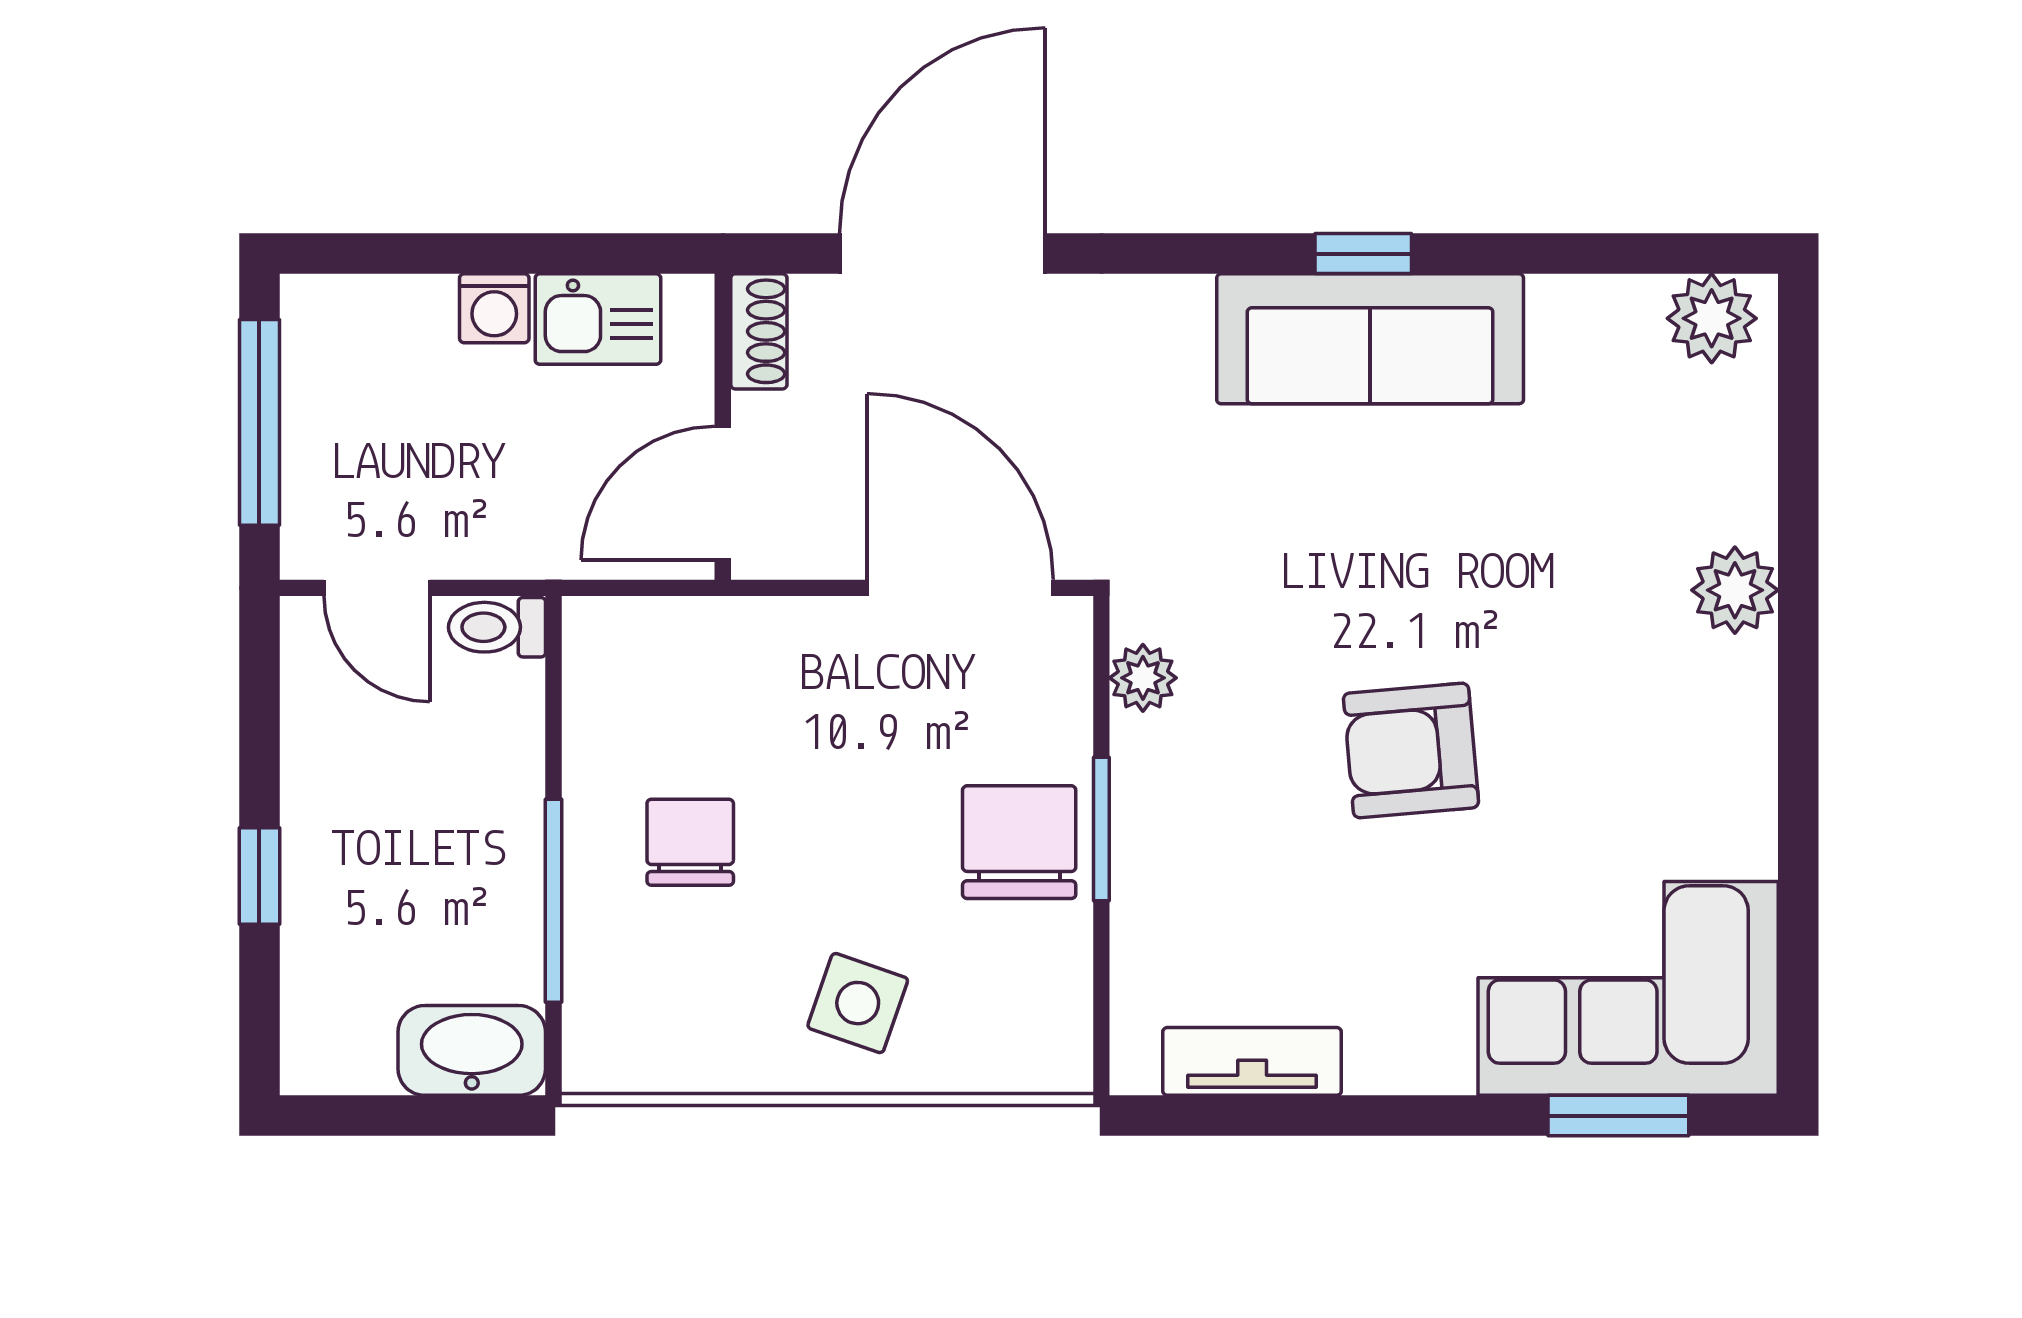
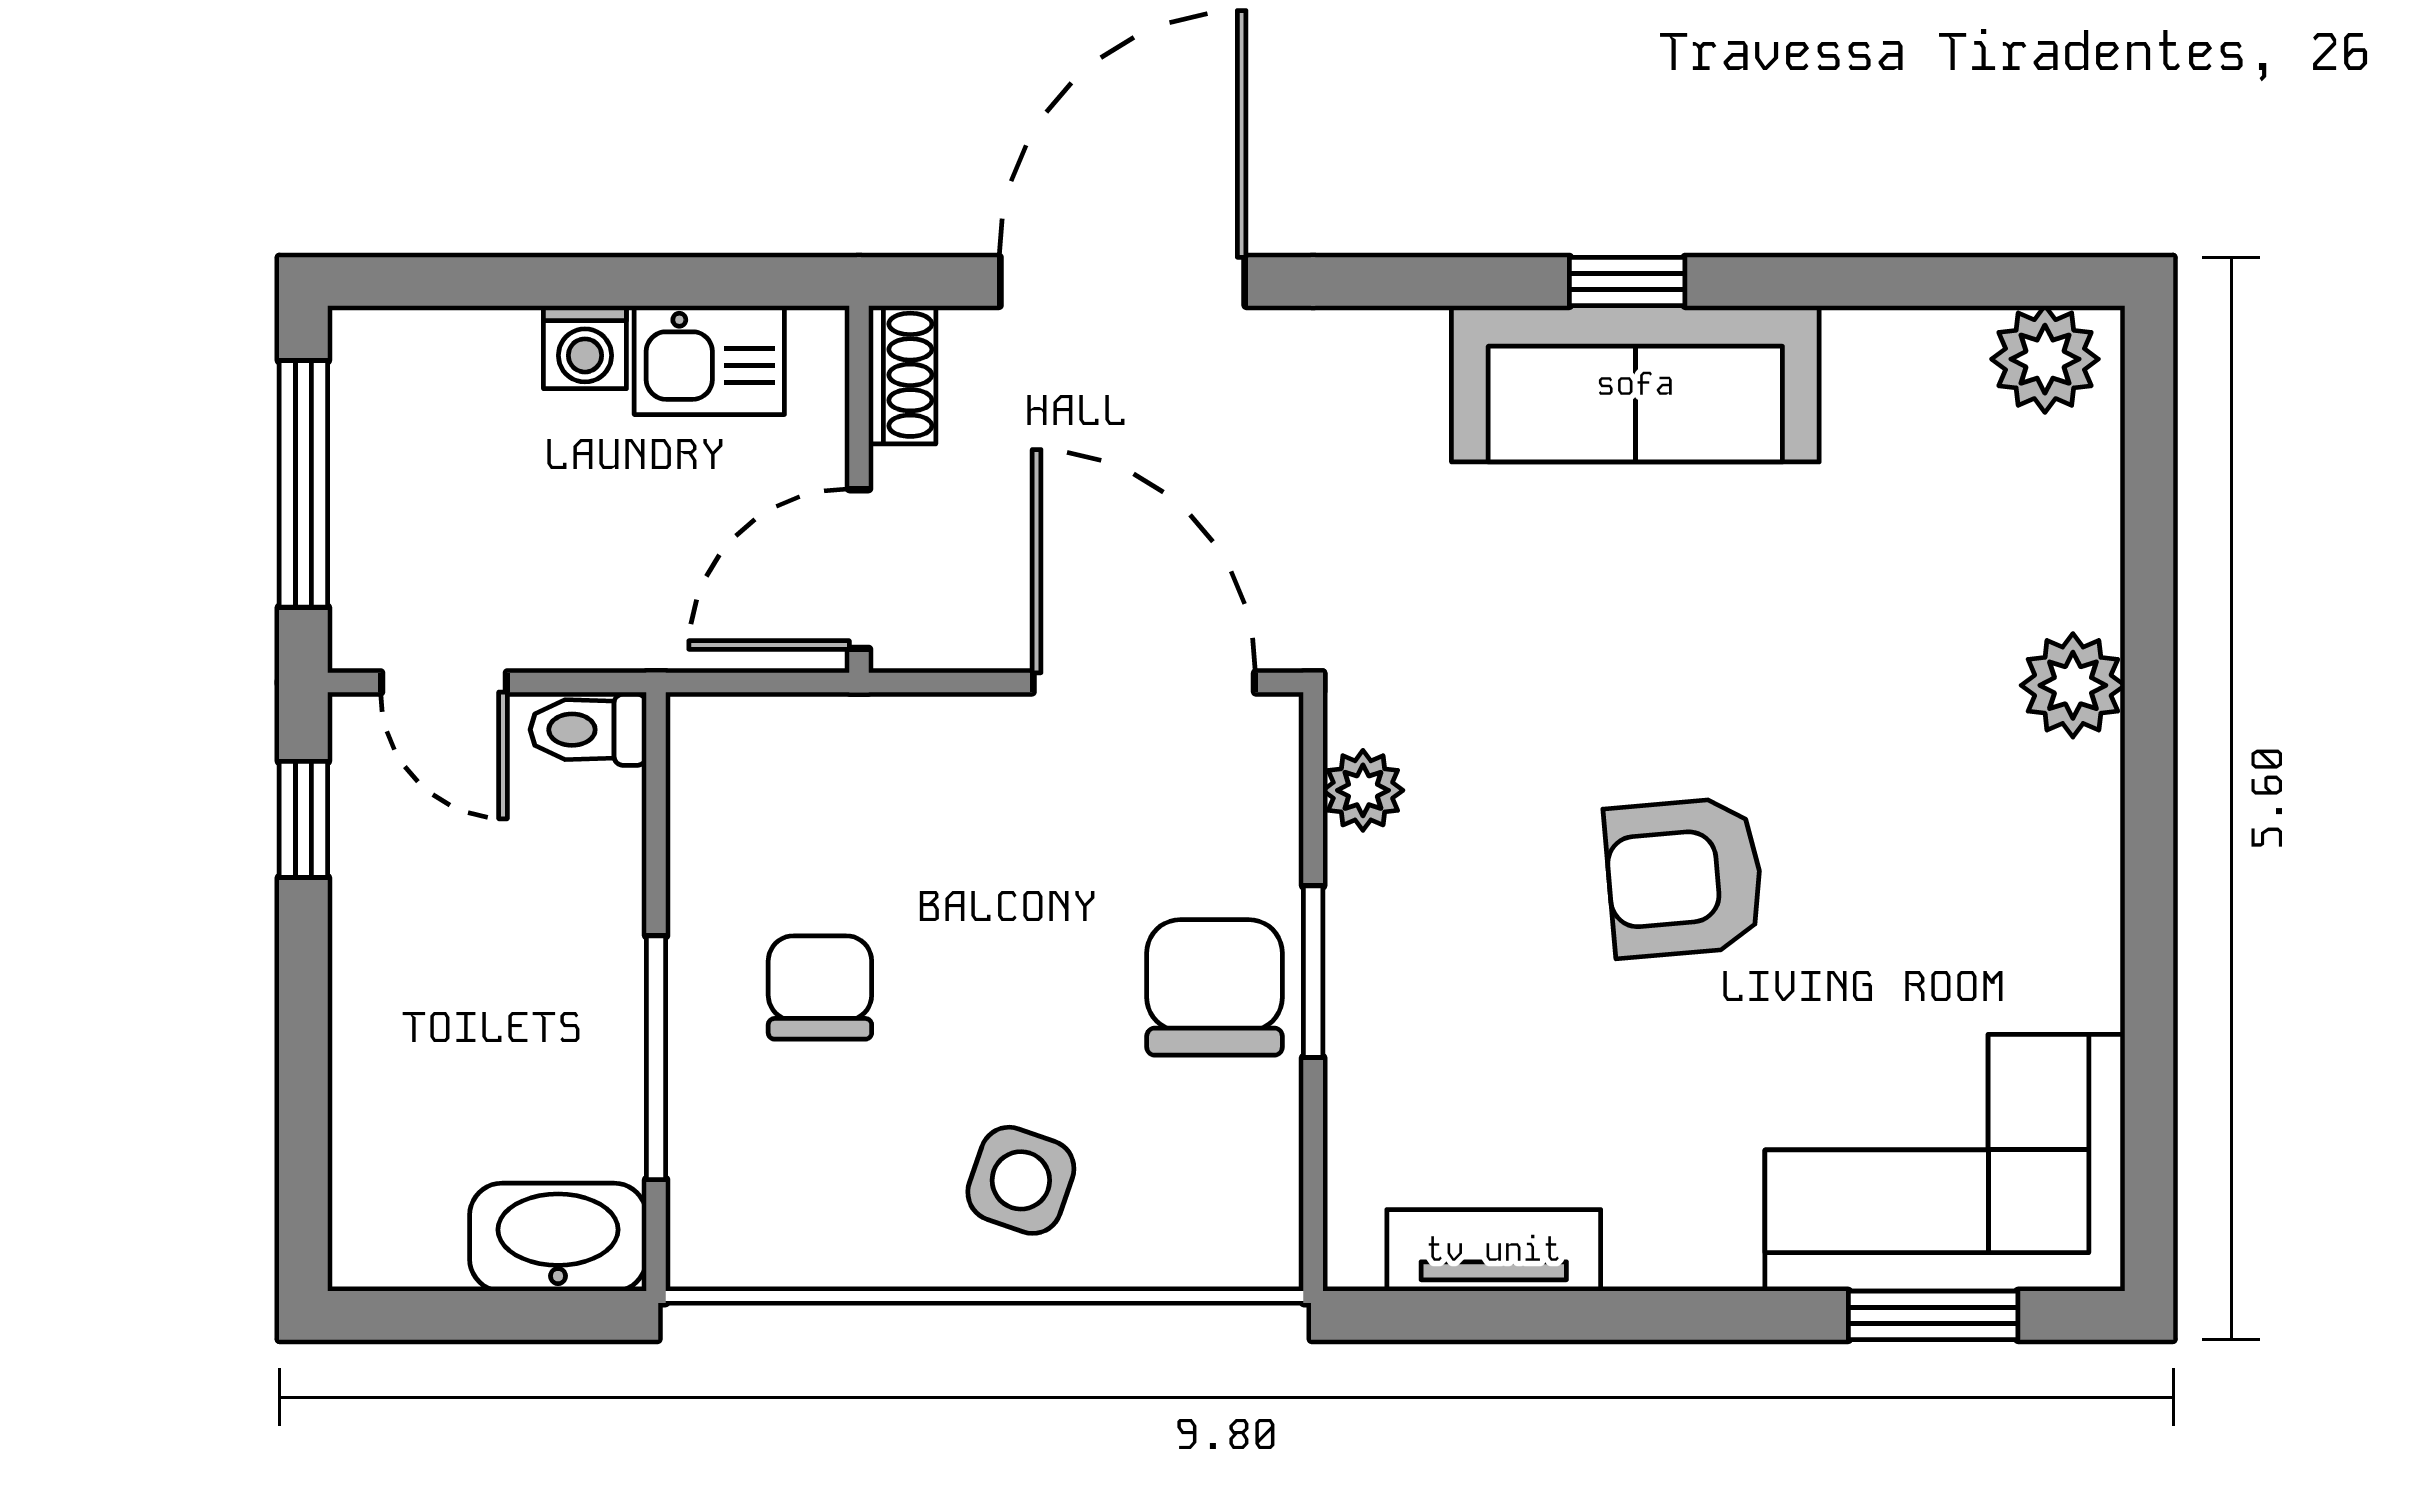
window: (259, 876) -> (303, 819), moved

